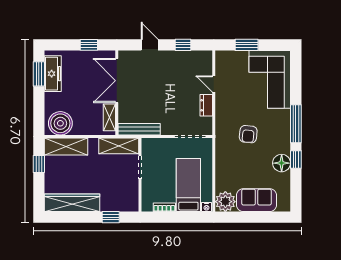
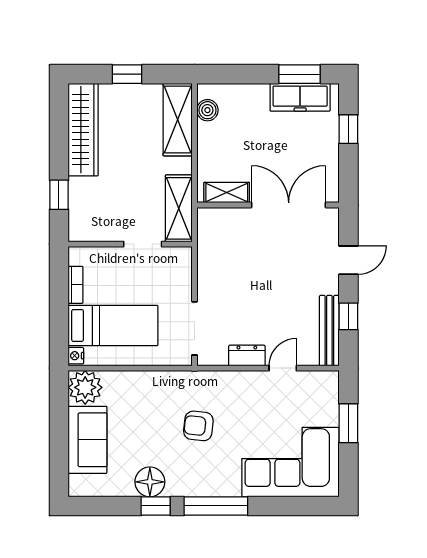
window: (89, 45) -> (348, 129), moved
boiler: (60, 123) -> (207, 110), width x0.54, depth x0.54
bench: (139, 129) -> (329, 331), moved
window: (39, 164) -> (127, 74), moved

